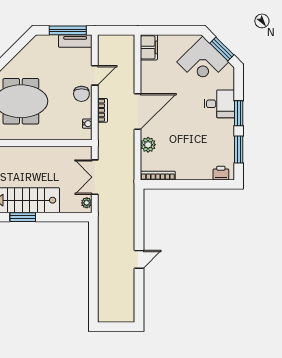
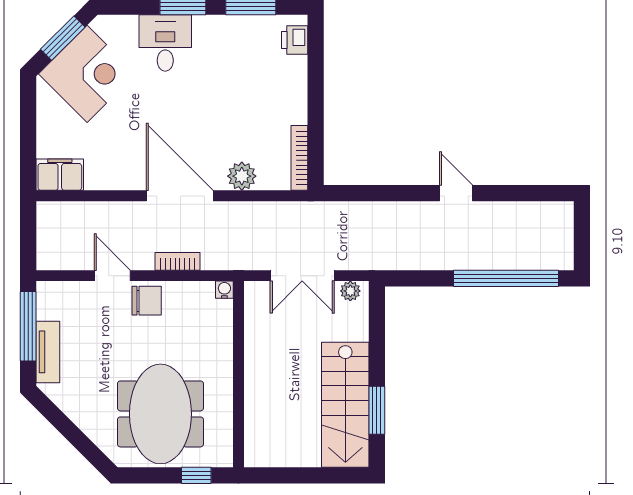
tv unit: (75, 41) -> (48, 352), moved
water cooler: (87, 124) -> (224, 290), moved
window: (93, 286) -> (506, 278), added

